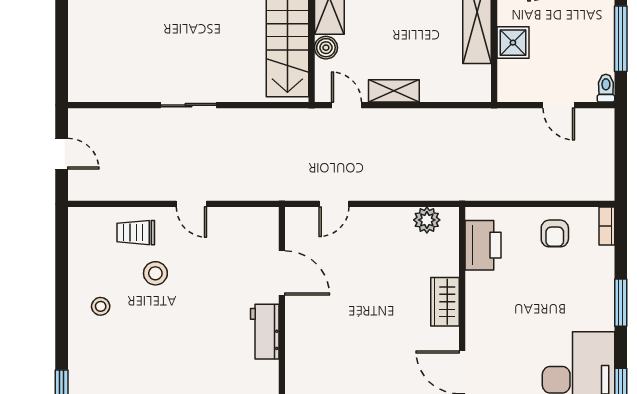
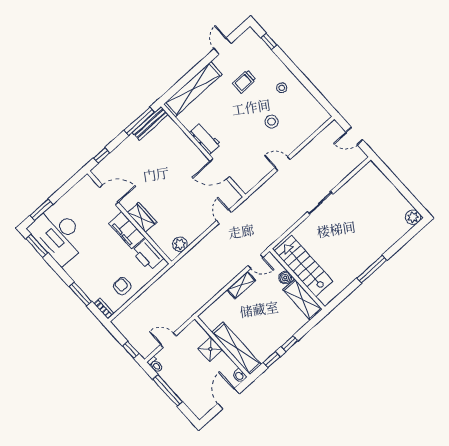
window: (621, 138) -> (131, 350), added
trolley: (136, 233) -> (244, 81), moved, turned 180
filing cabinet: (481, 303) -> (127, 230), added
window: (621, 303) -> (80, 294), moved

